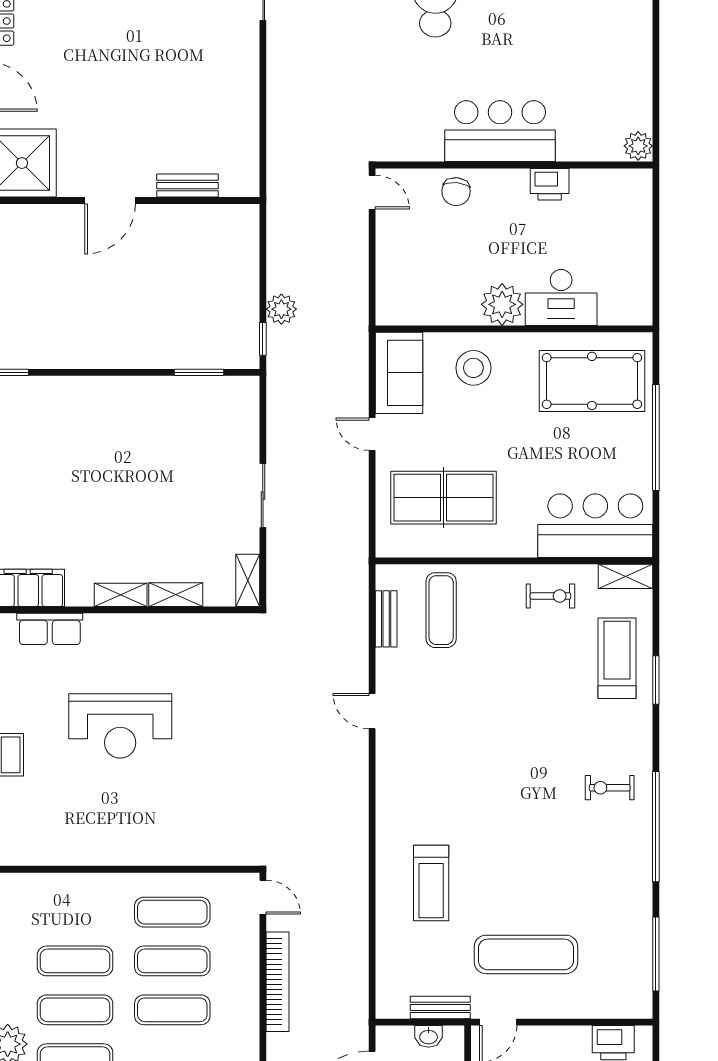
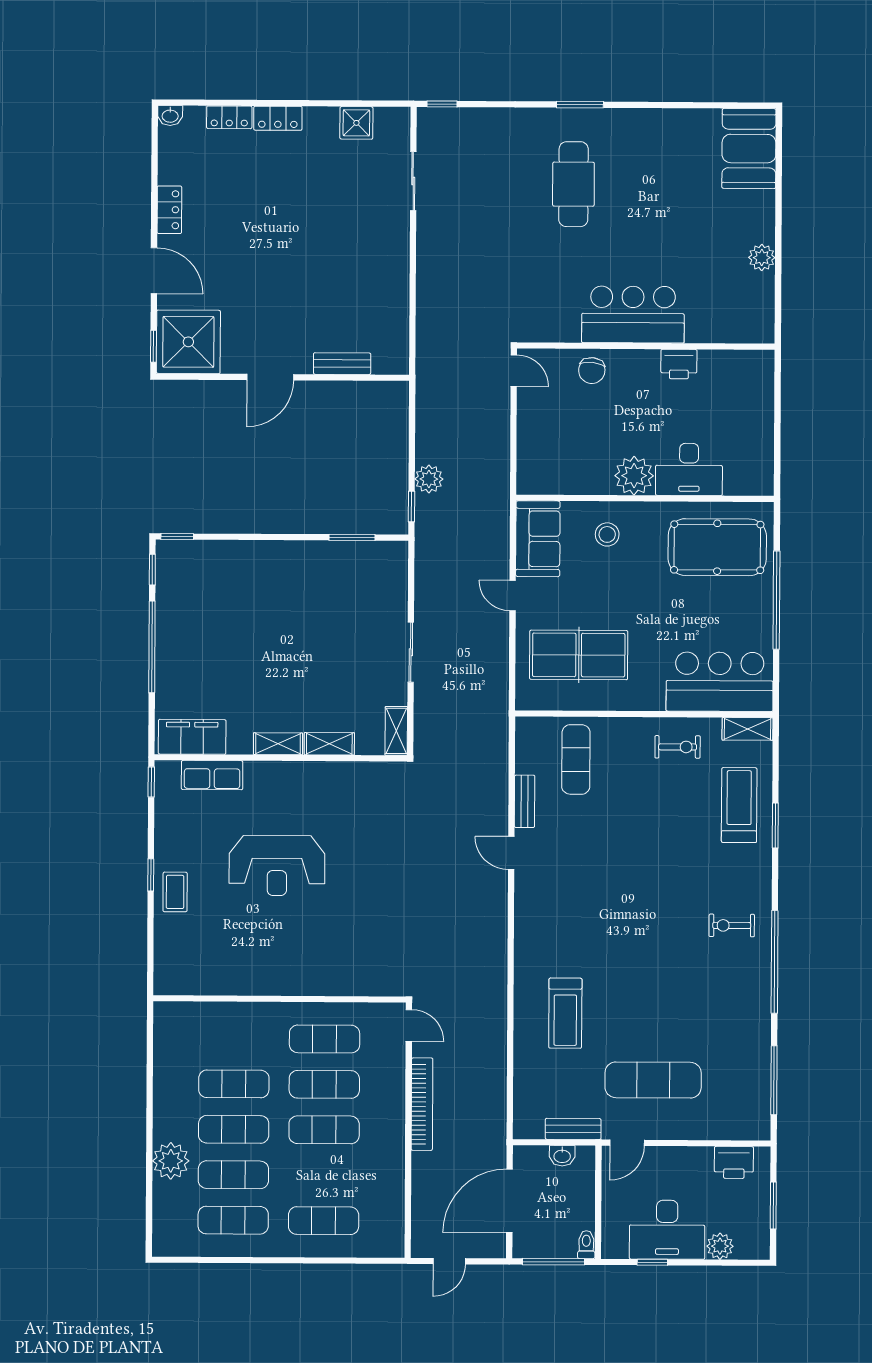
plant: (638, 146) -> (762, 258), moved
stool: (473, 368) -> (607, 534), width x0.73, depth x0.73
bench: (386, 619) -> (525, 801), moved

